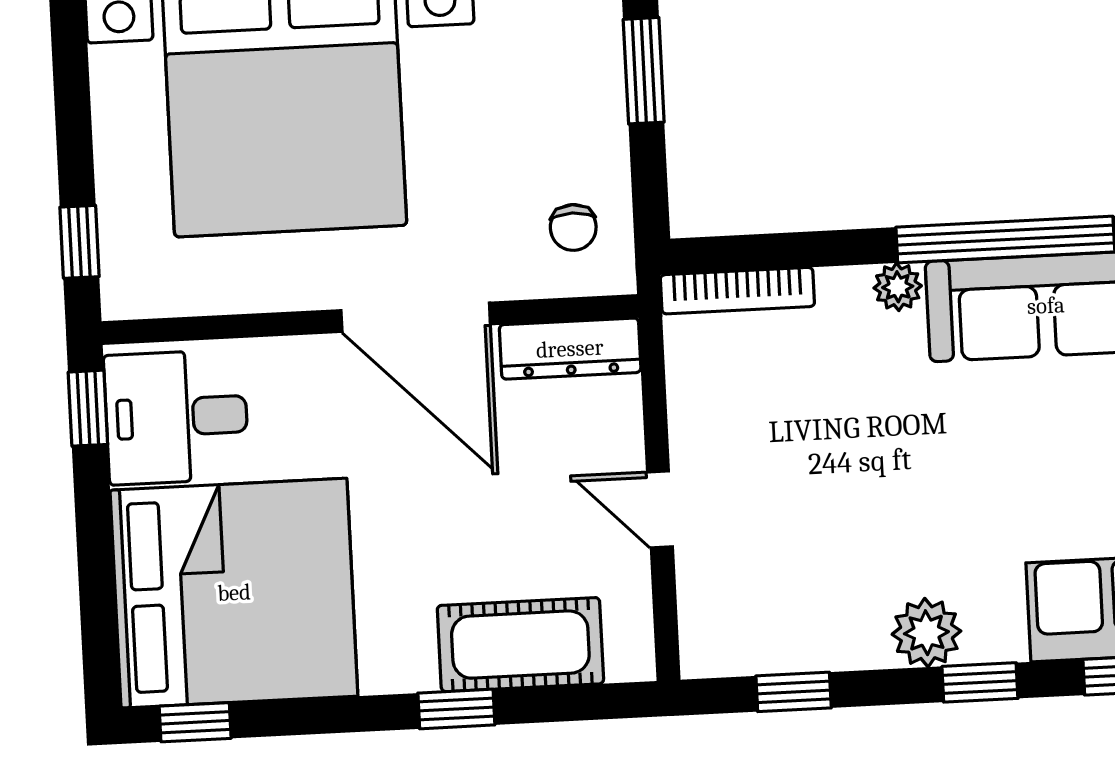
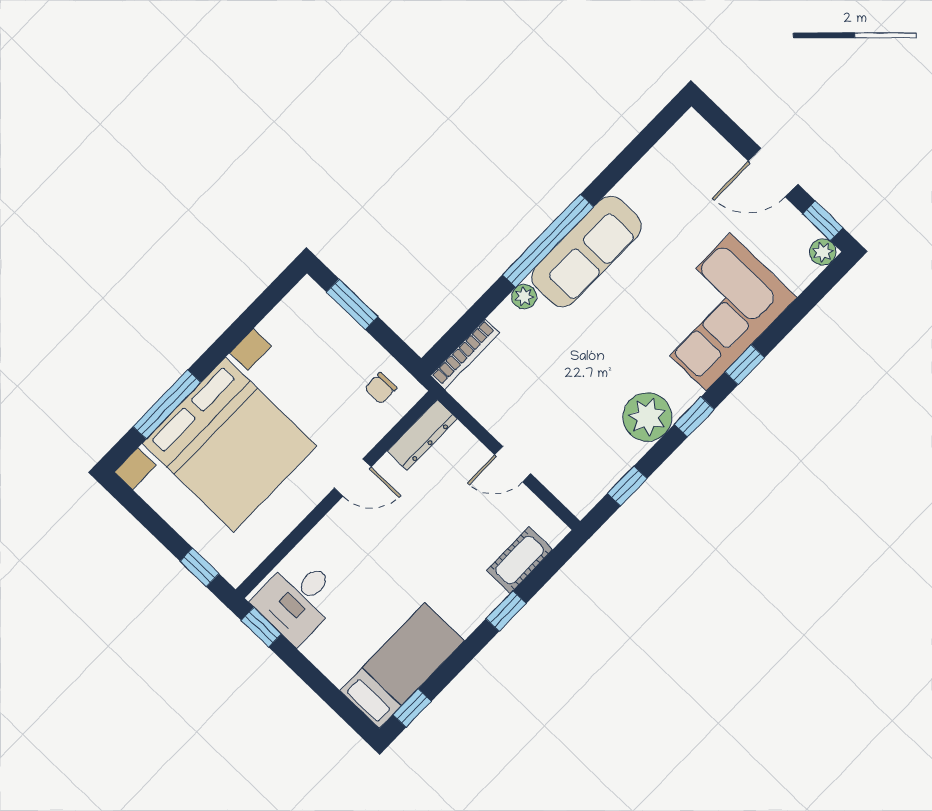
chair: (573, 227) -> (381, 388), turned 90
door: (416, 317) -> (353, 478), width x0.53
bed: (234, 593) -> (402, 666), width x0.49
plant: (926, 633) -> (647, 417), width x1.36, depth x1.36
cot: (520, 645) -> (519, 560), width x0.73, depth x0.75

